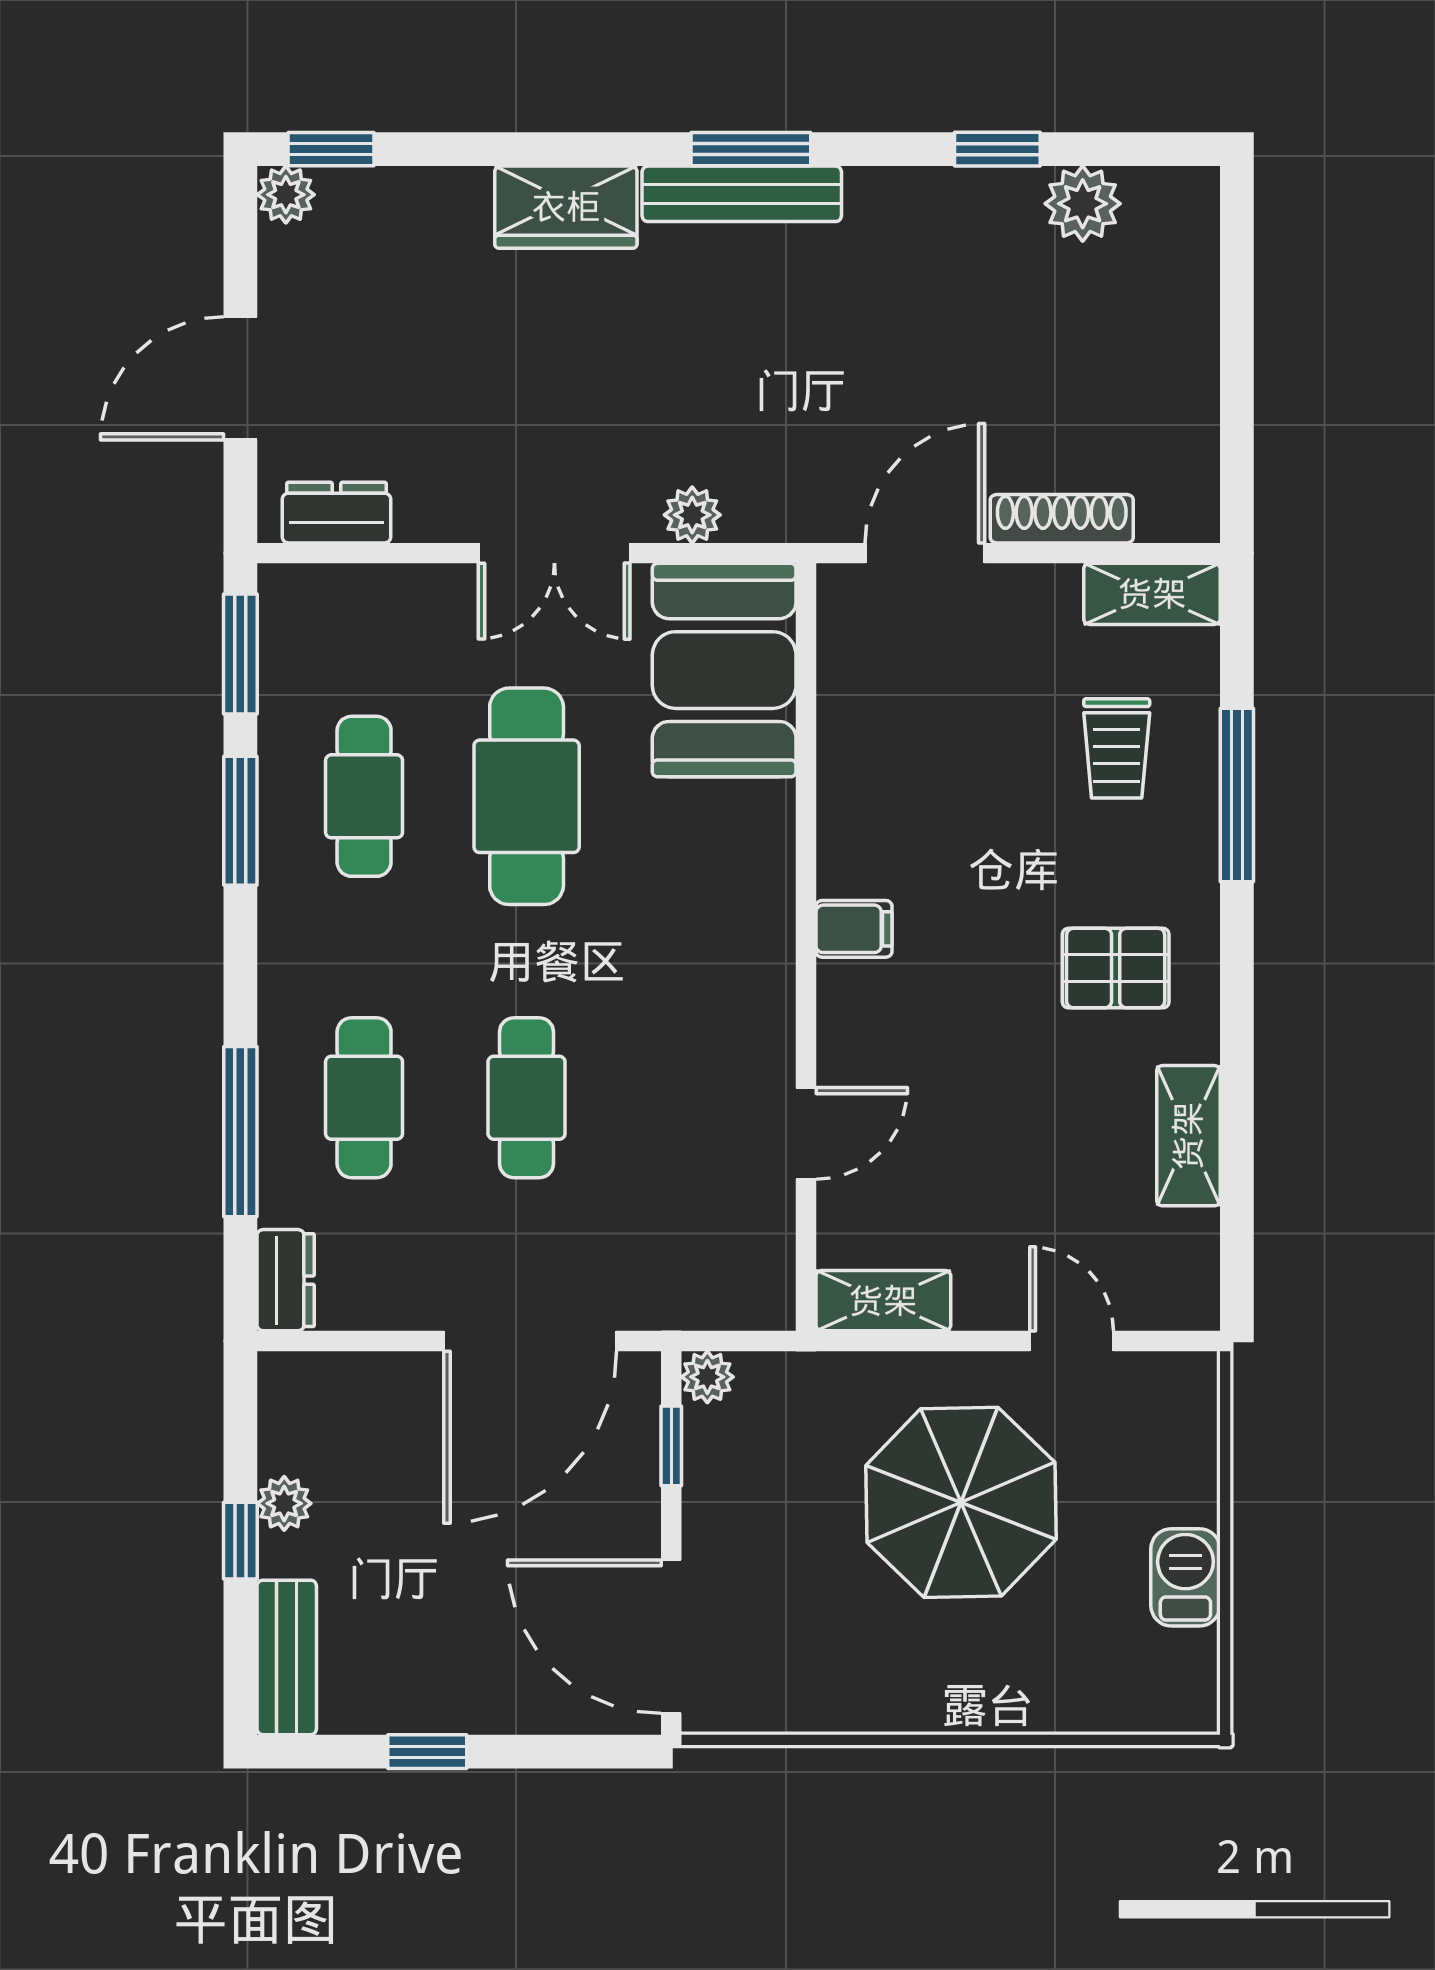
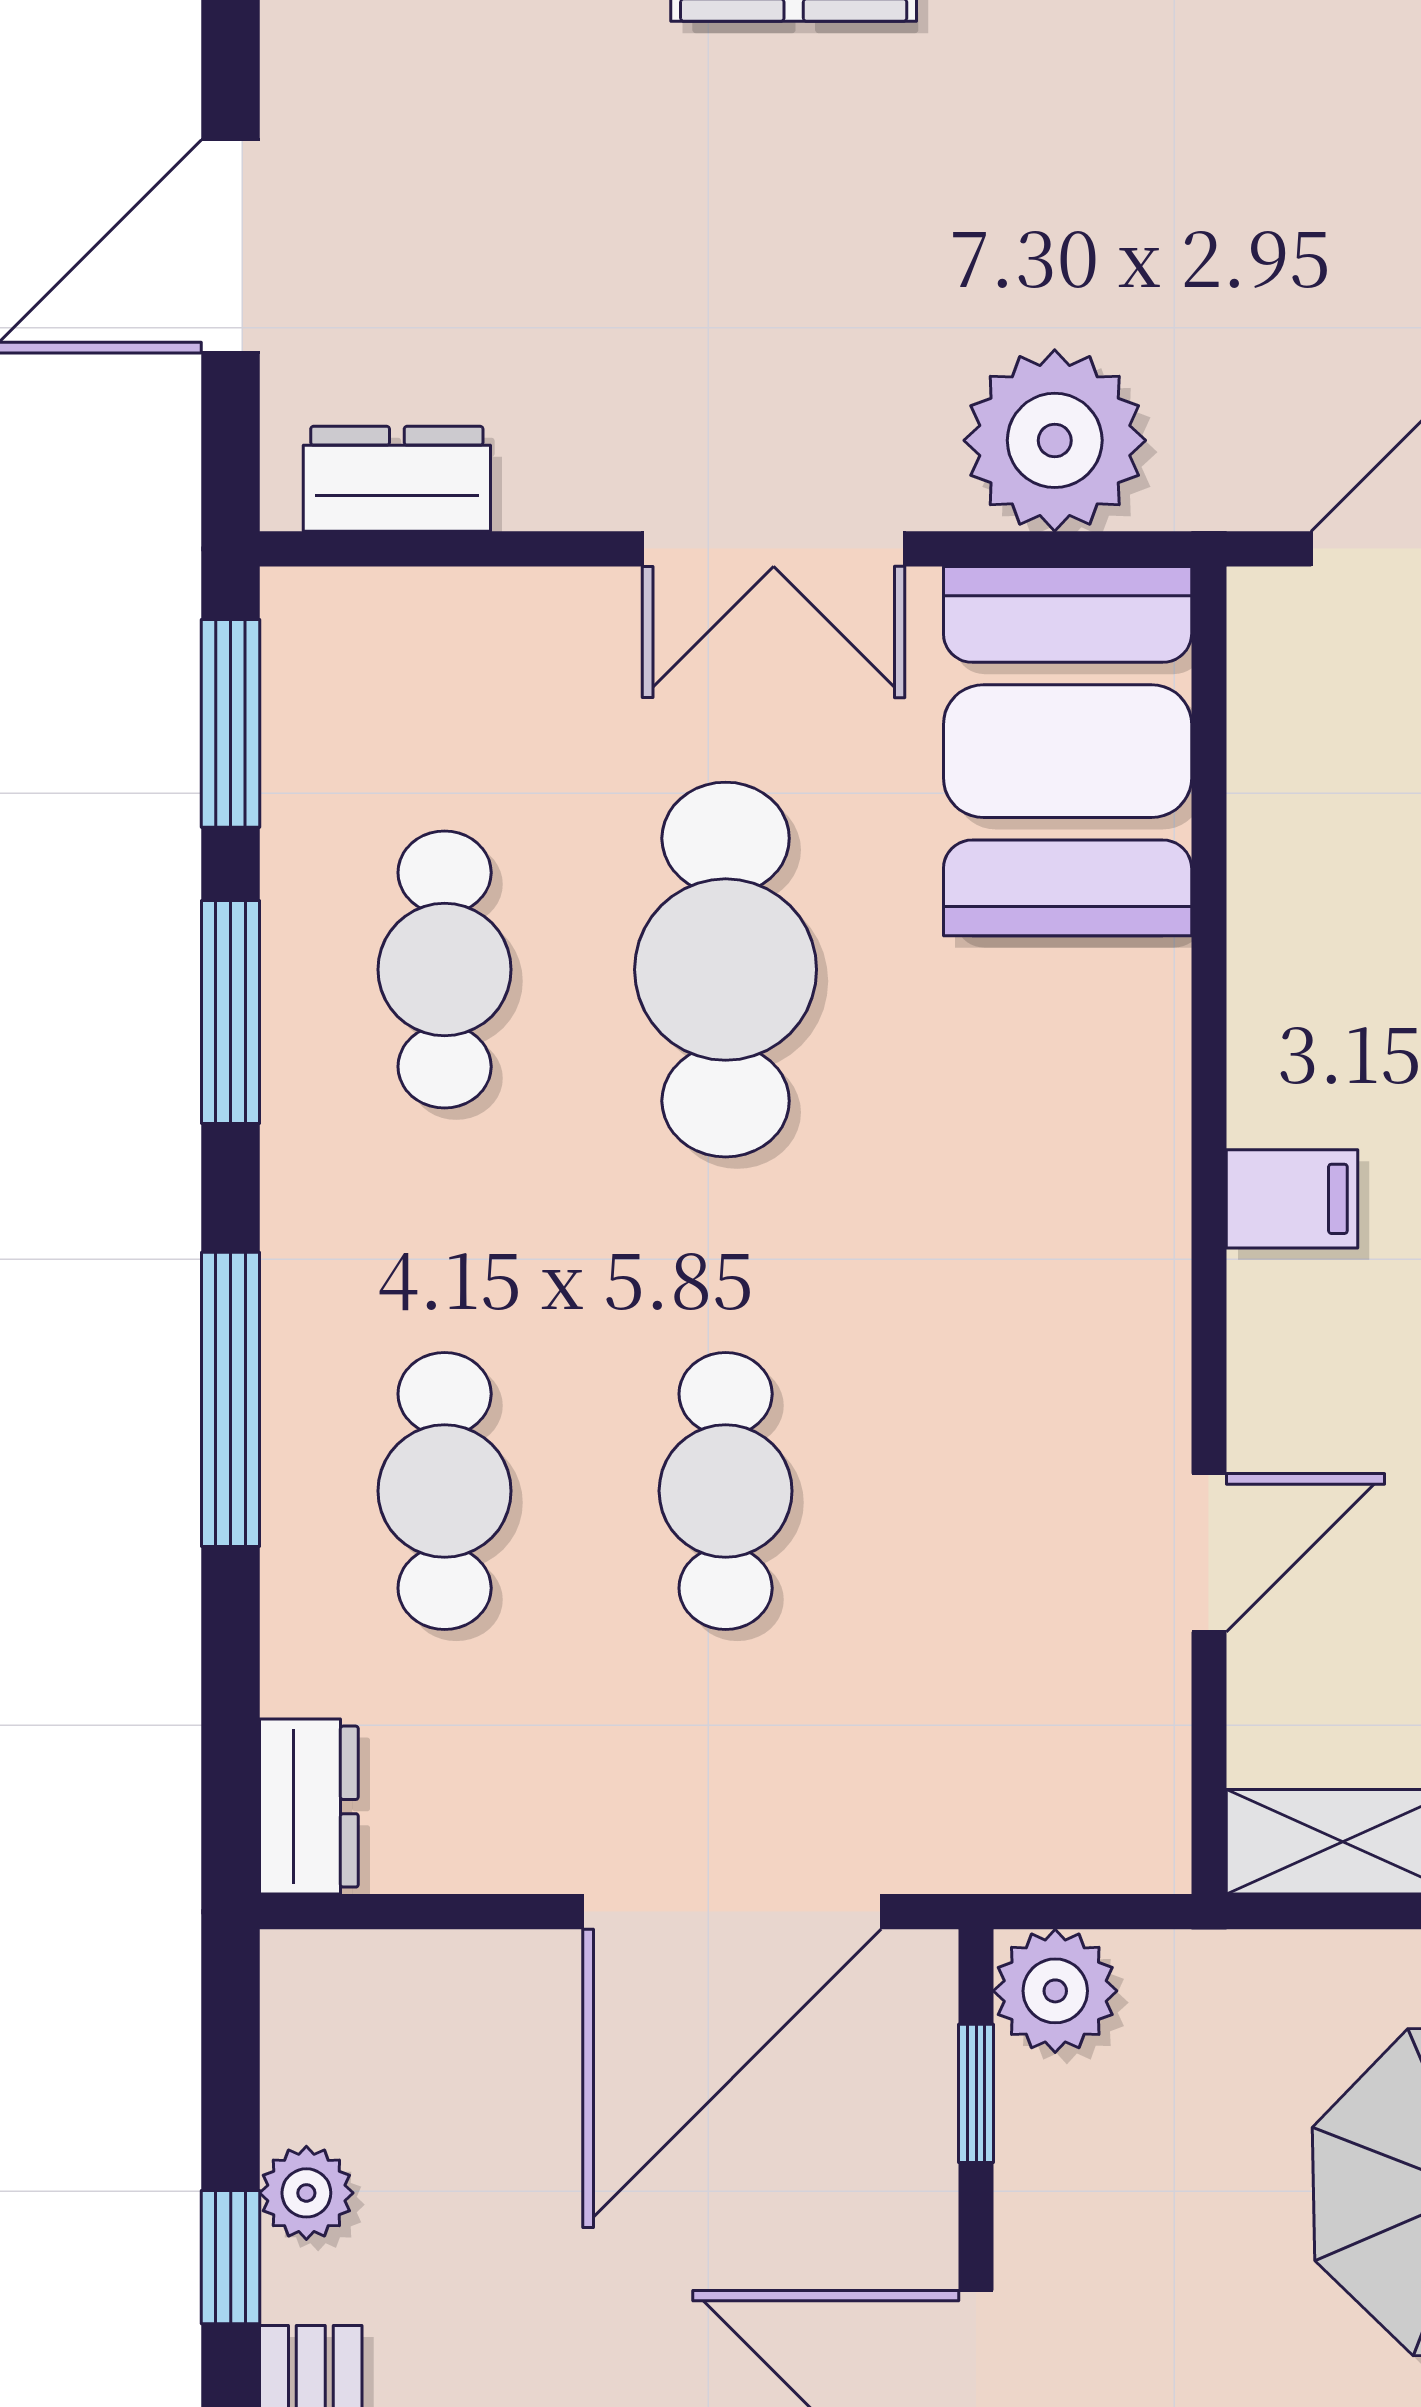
plant: (692, 515) -> (1055, 440), width x1.87, depth x1.87
window: (240, 1132) -> (231, 1399), moved
plant: (707, 1377) -> (1055, 1991), width x1.38, depth x1.38

